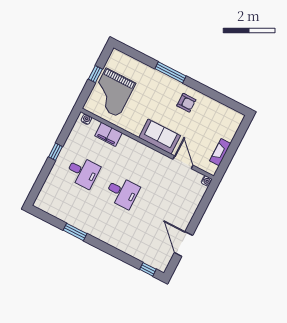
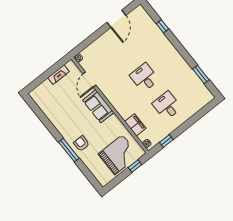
window: (95, 74) -> (135, 166), moved
armchair: (186, 103) -> (81, 144), moved
window: (55, 152) -> (166, 141), moved
window: (75, 232) -> (201, 74), moved
window: (148, 269) -> (162, 26), moved

